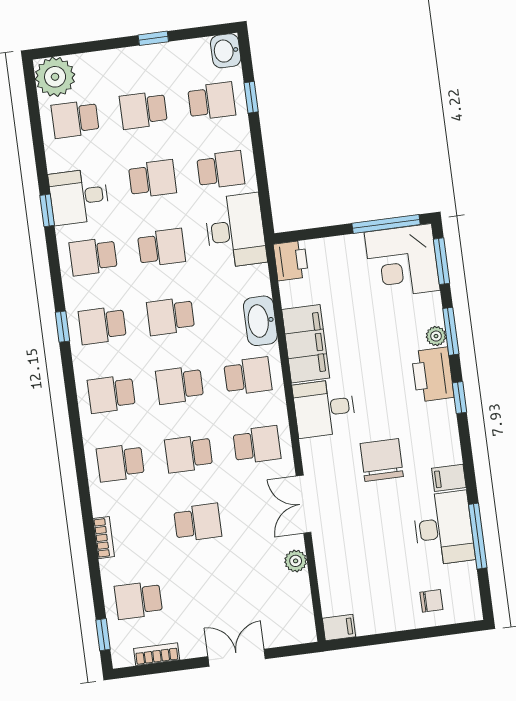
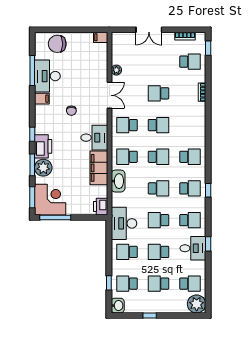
school desk: (143, 110) -> (158, 284), turned 180
plant: (436, 336) -> (43, 168), width x1.88, depth x1.88
chair: (382, 460) -> (71, 111), width x0.54, depth x0.54
school desk: (120, 463) -> (190, 125), removed
chair: (431, 601) -> (57, 44), width x1.87, depth x1.87

